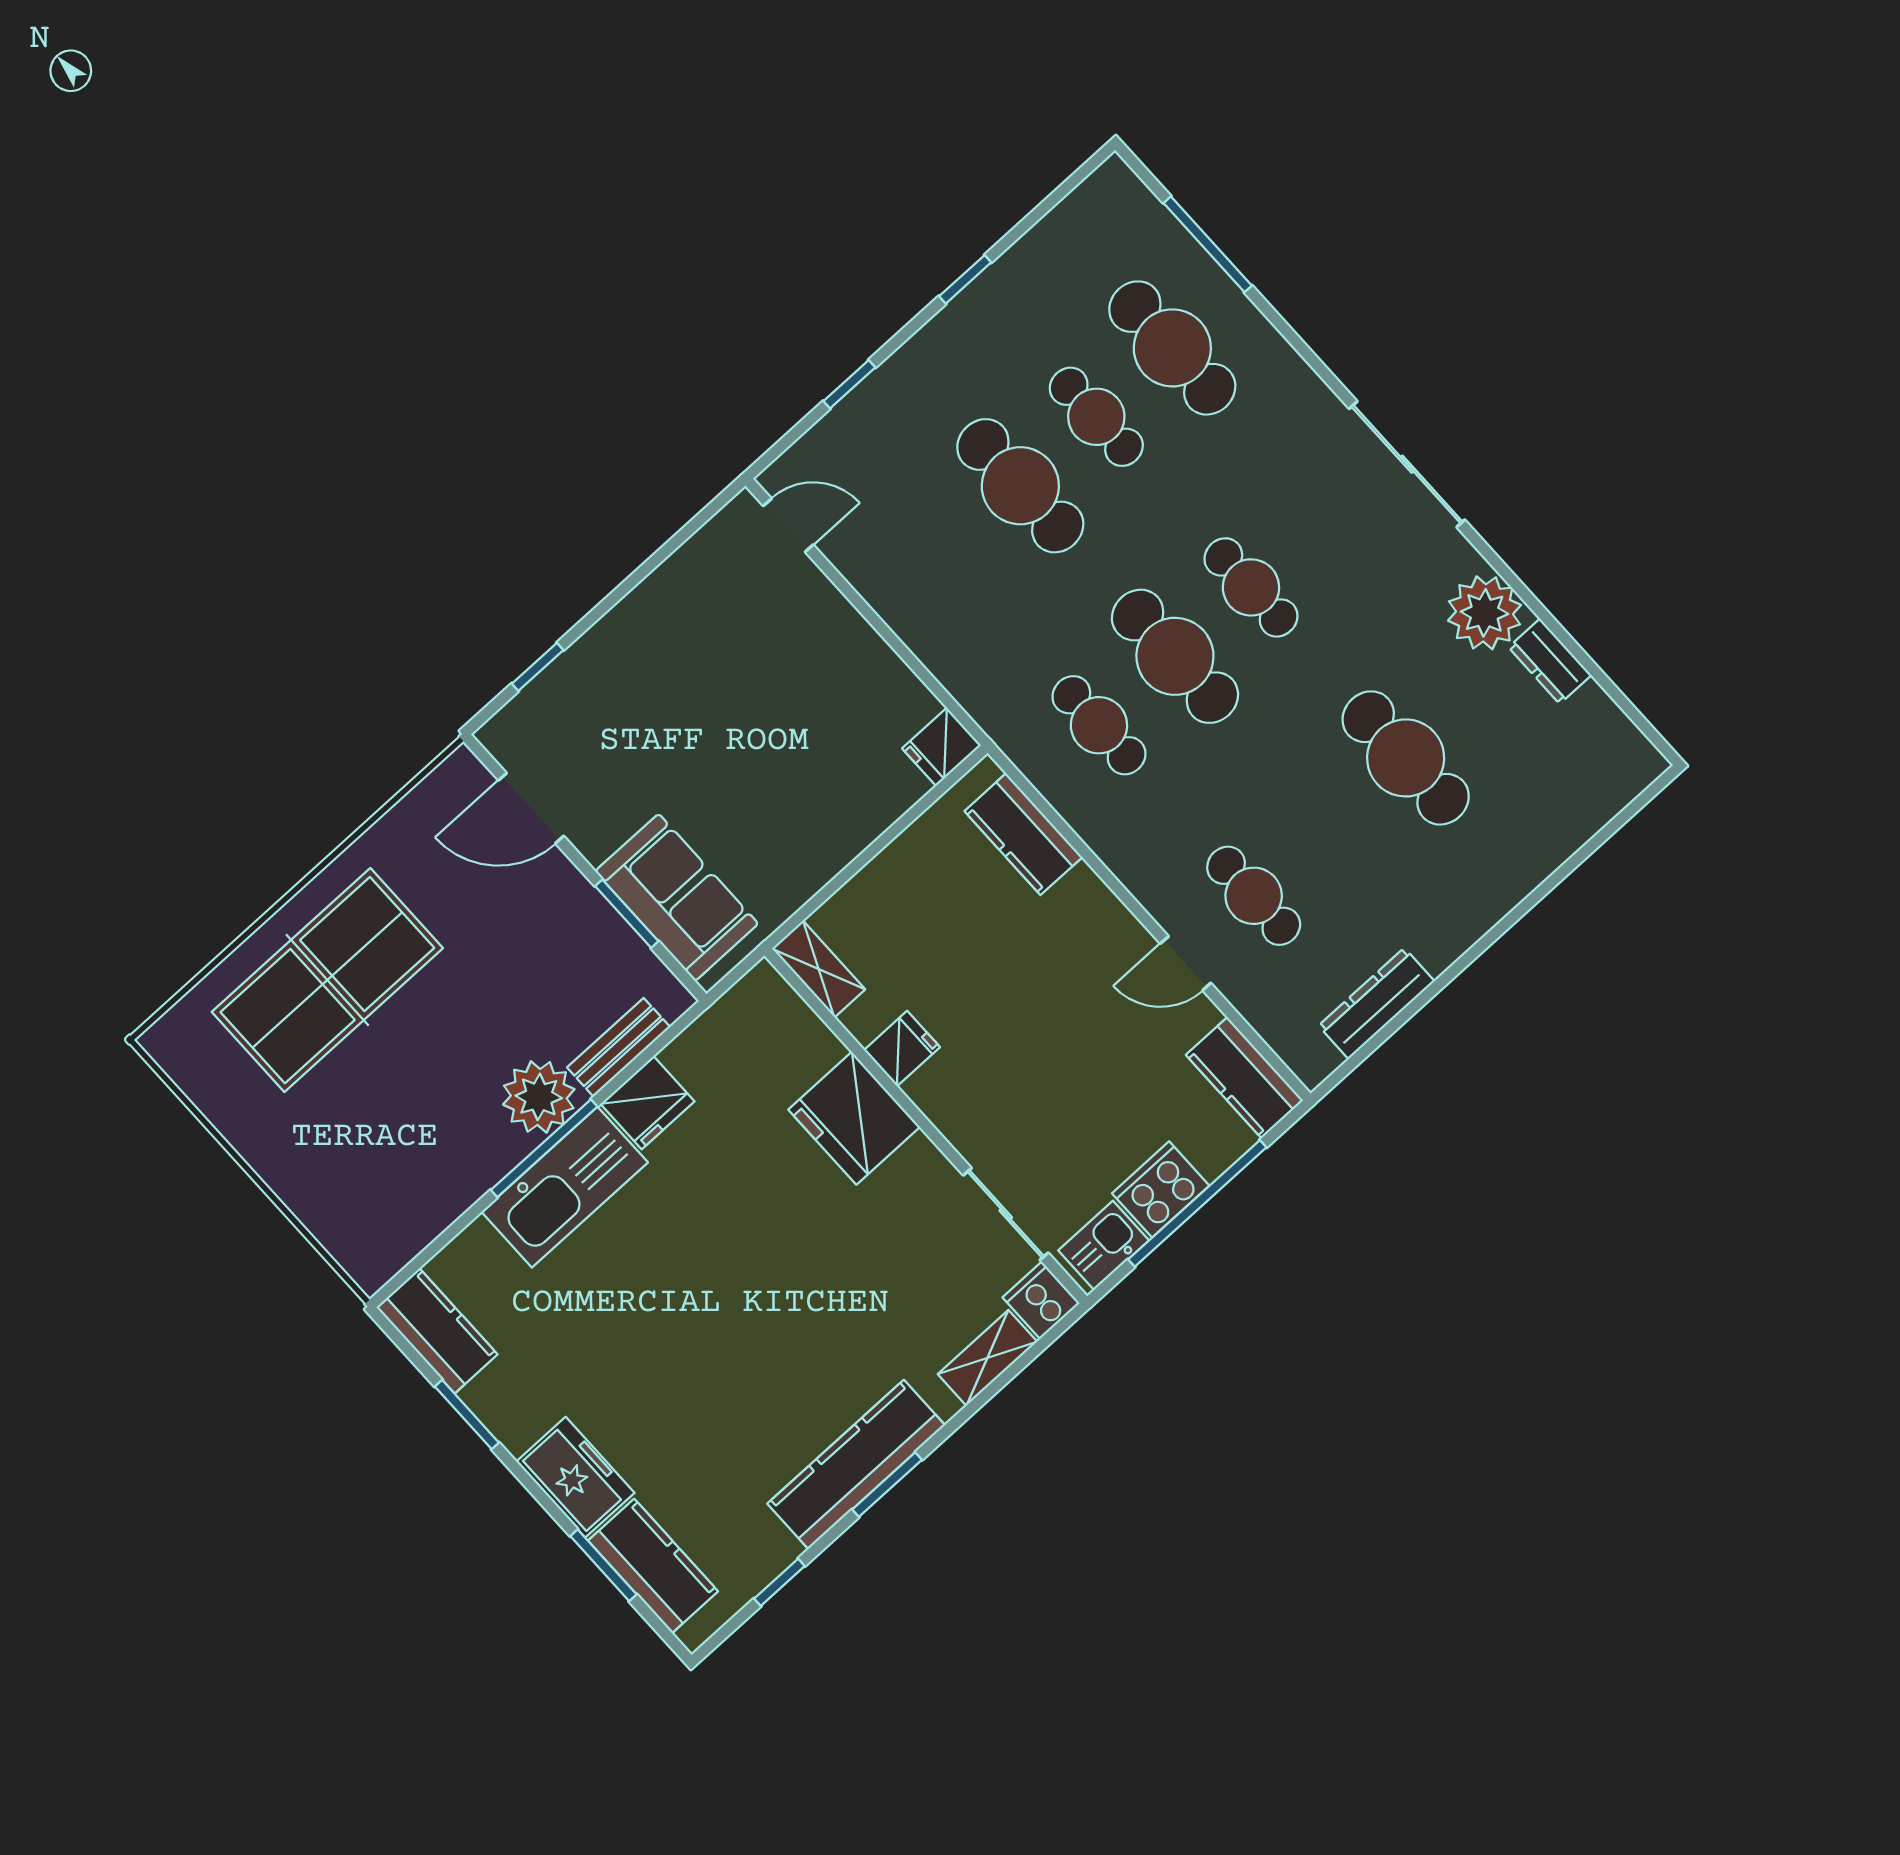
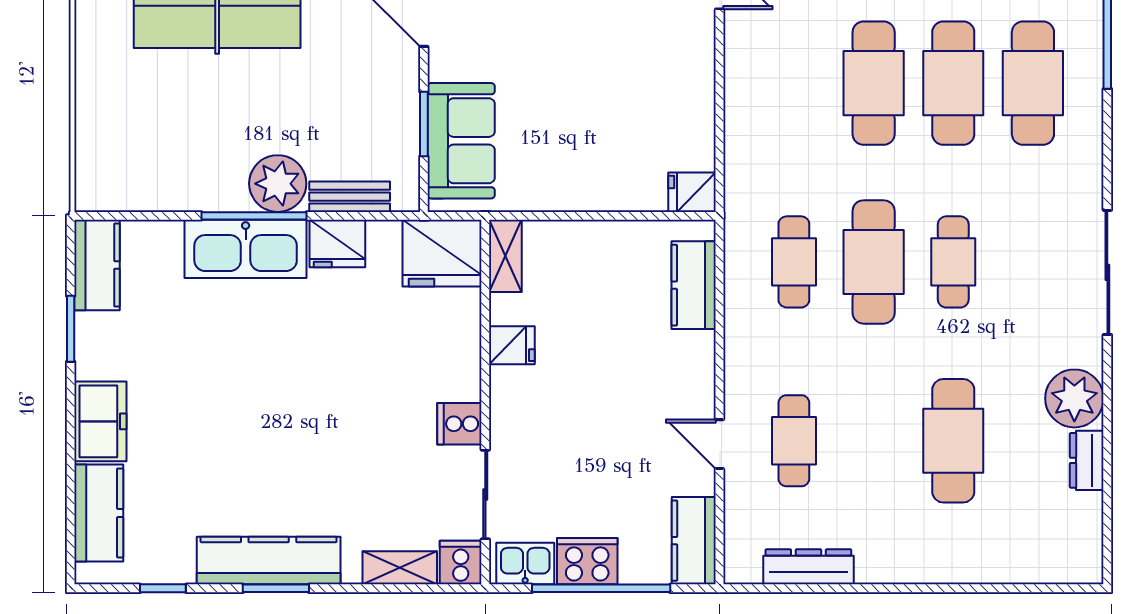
cafe table: (1096, 417) -> (953, 83), width x1.37, depth x1.35
fridge: (854, 1118) -> (442, 253), moved, turned -90
cooker: (920, 1169) -> (459, 424), added
window: (603, 1565) -> (71, 487), removed

